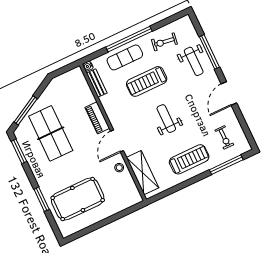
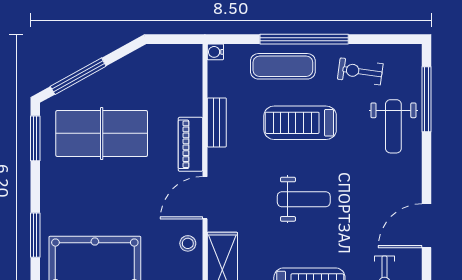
window: (209, 52) -> (426, 99), moved
bench: (97, 83) -> (217, 122), moved
door: (229, 93) -> (426, 226), moved
weight bench: (166, 119) -> (304, 199), turned 90
table tennis table: (51, 133) -> (102, 133), turned 90

